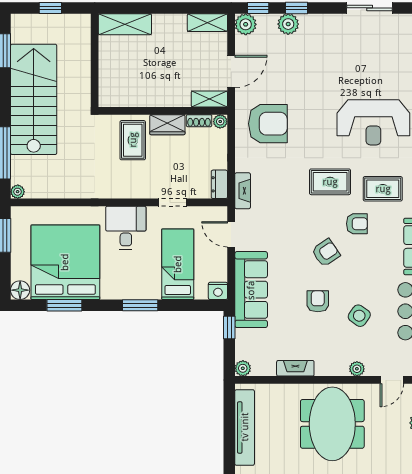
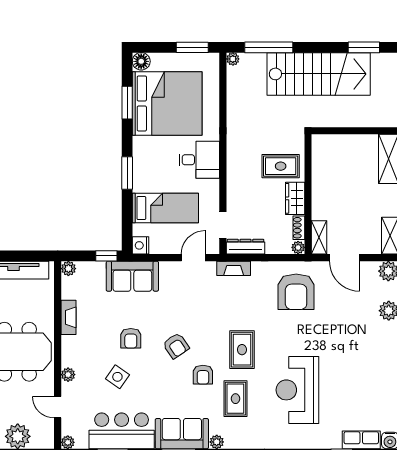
dresser: (219, 184) -> (245, 247), width x1.44
doorway: (172, 202) -> (223, 225), moved
sofa: (251, 290) -> (132, 276), width x0.73
armchair: (318, 301) -> (131, 338), turned 90

